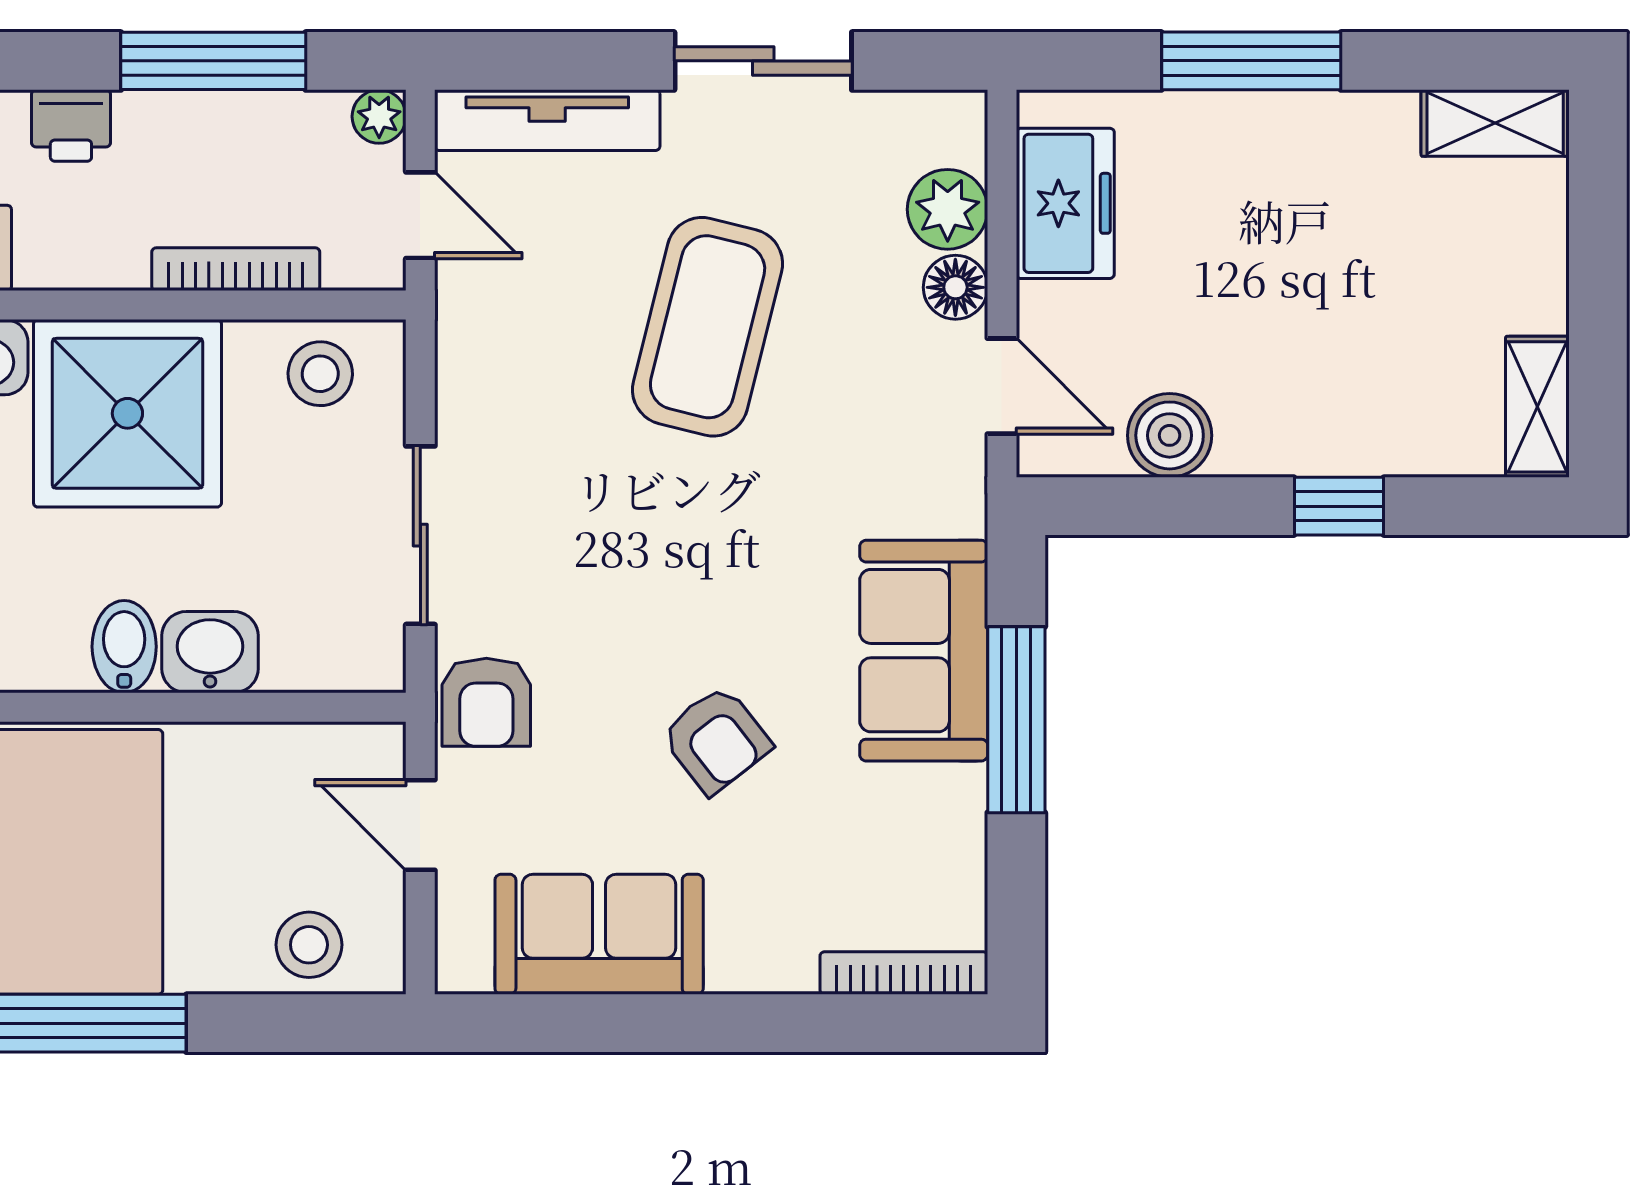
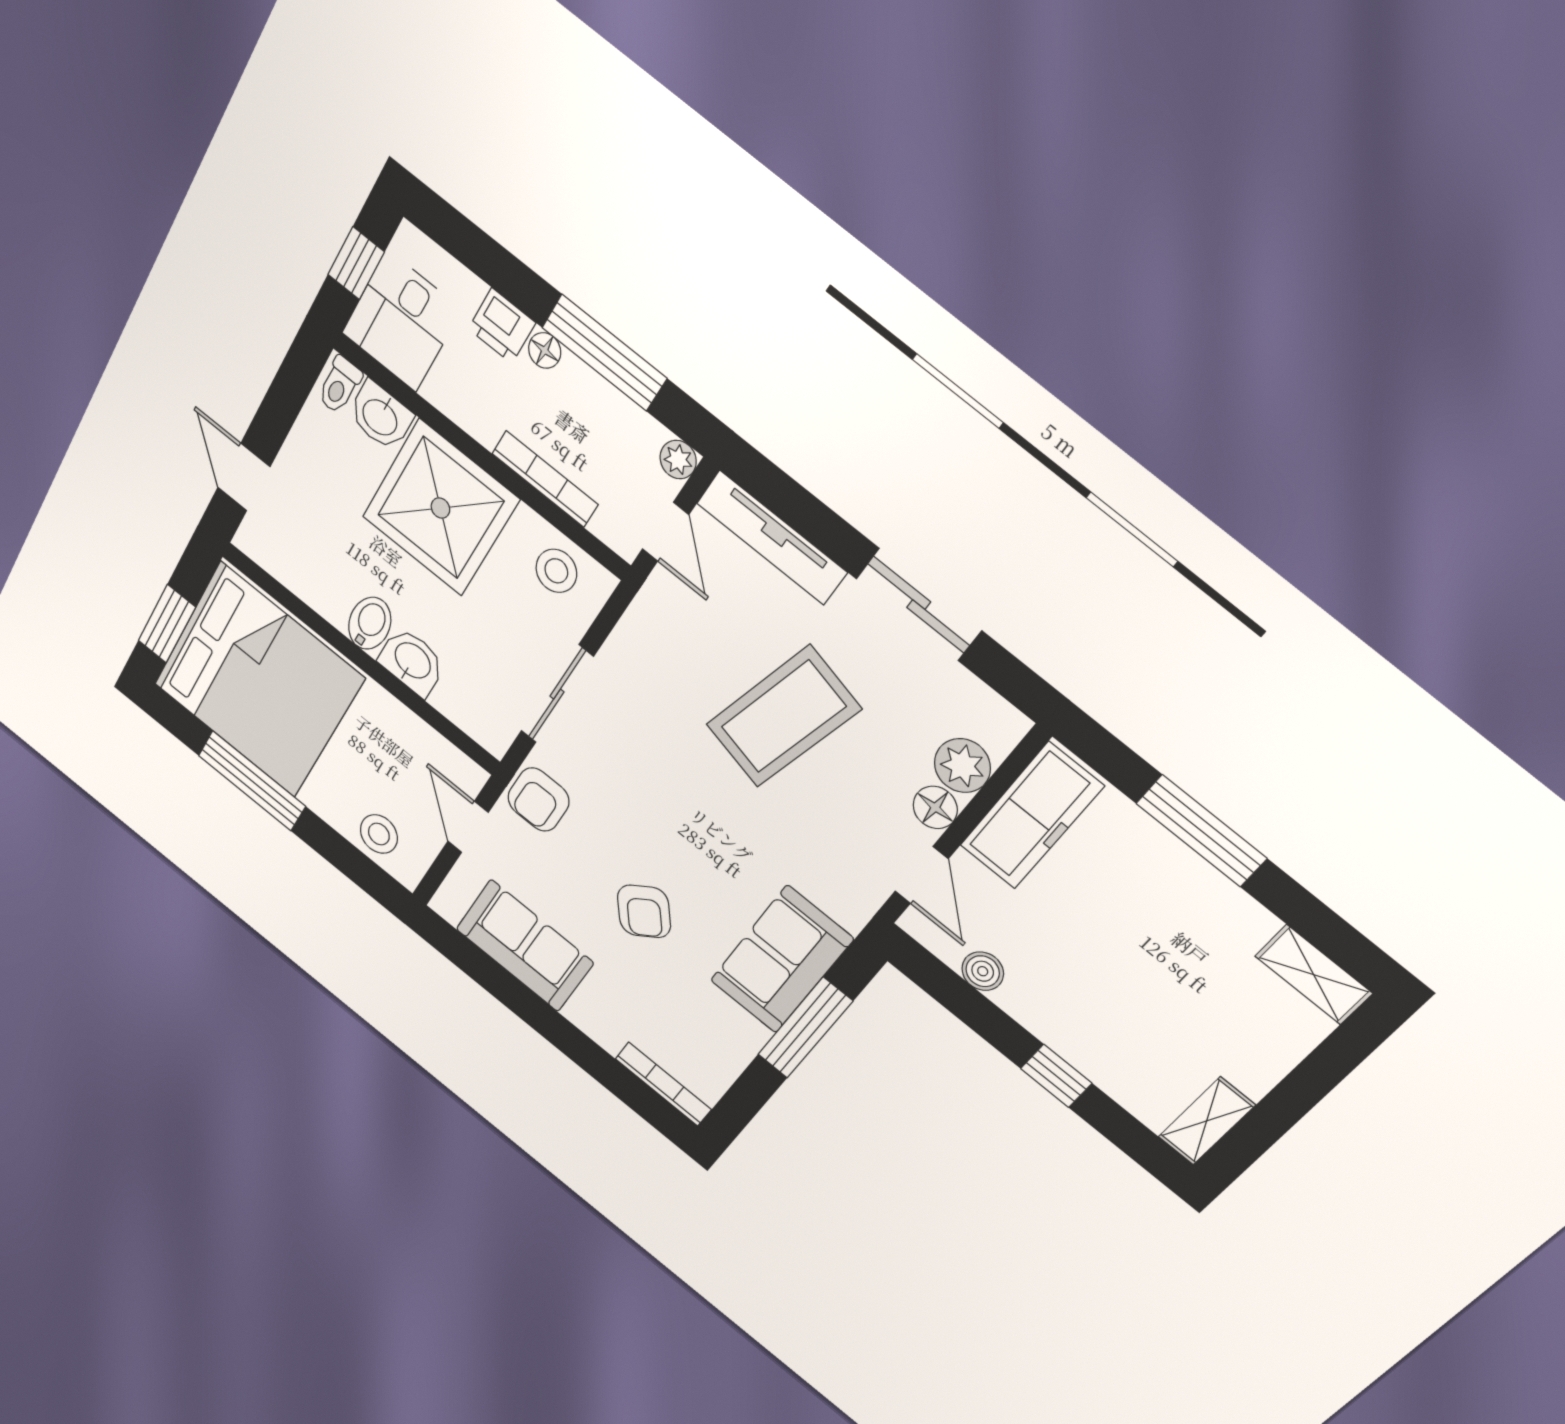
floor lamp: (141, 114) -> (545, 350), added
freezer: (1065, 203) -> (1031, 816), width x1.40
boiler: (1170, 435) -> (983, 971), width x0.73, depth x0.73

